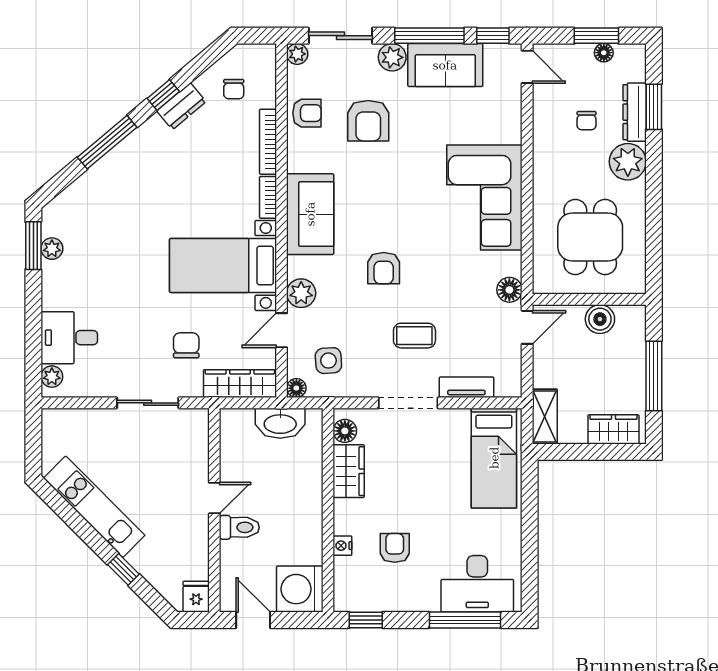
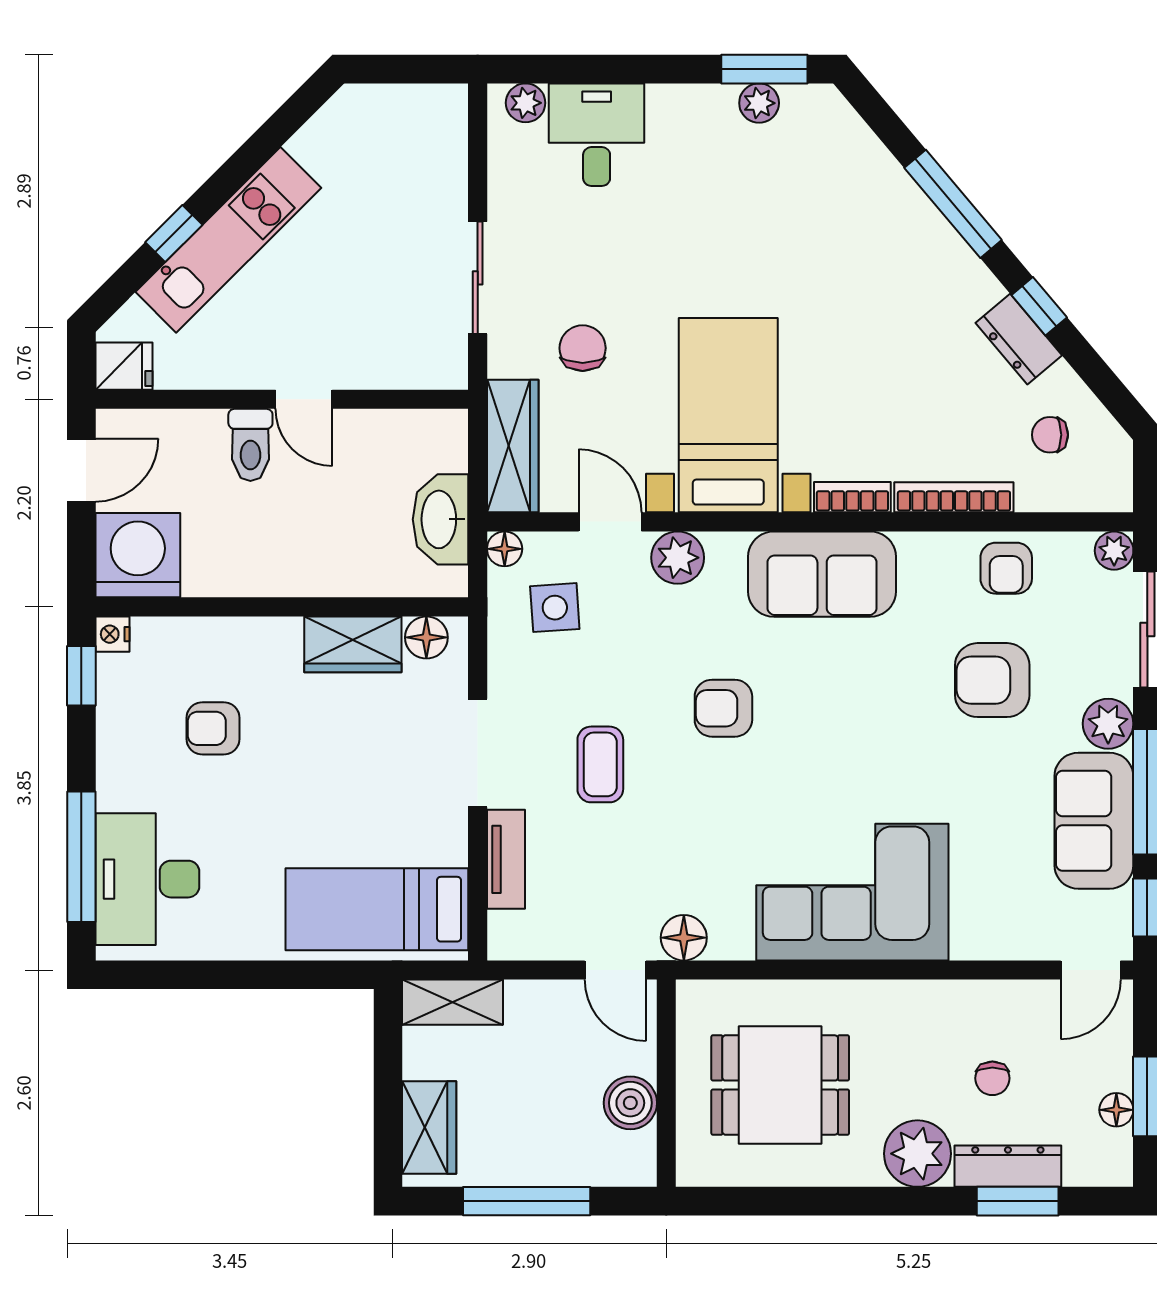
chair: (587, 121) -> (992, 1078), turned -90
chair: (186, 345) -> (583, 348), turned -90
kitchen unit: (94, 507) -> (228, 240), moved
nightstand: (342, 546) -> (112, 634), moved, turned -90
armchair: (395, 548) -> (213, 728), turned 180

